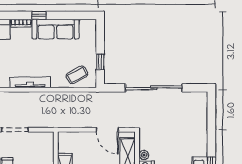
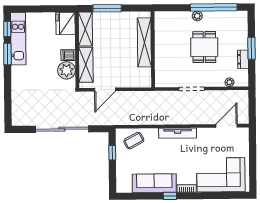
door: (107, 130) -> (105, 90), swing flipped
plant: (144, 155) -> (67, 70), width x1.88, depth x1.88

